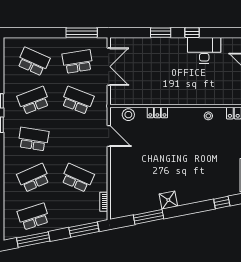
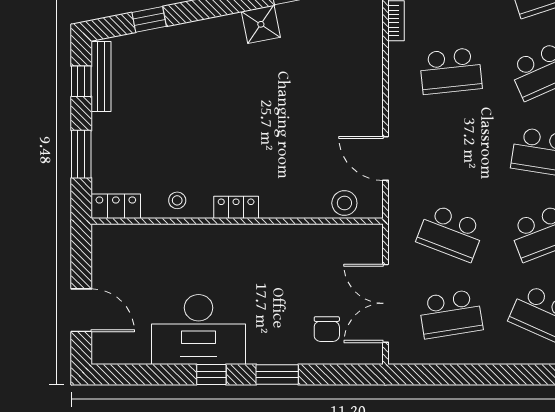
window: (82, 33) -> (442, 374), removed
desk: (204, 50) -> (198, 329), width x1.36, depth x1.30
chair: (137, 54) -> (327, 329), added
locker: (157, 113) -> (236, 207), moved
school desk: (78, 178) -> (451, 71), turned -30

